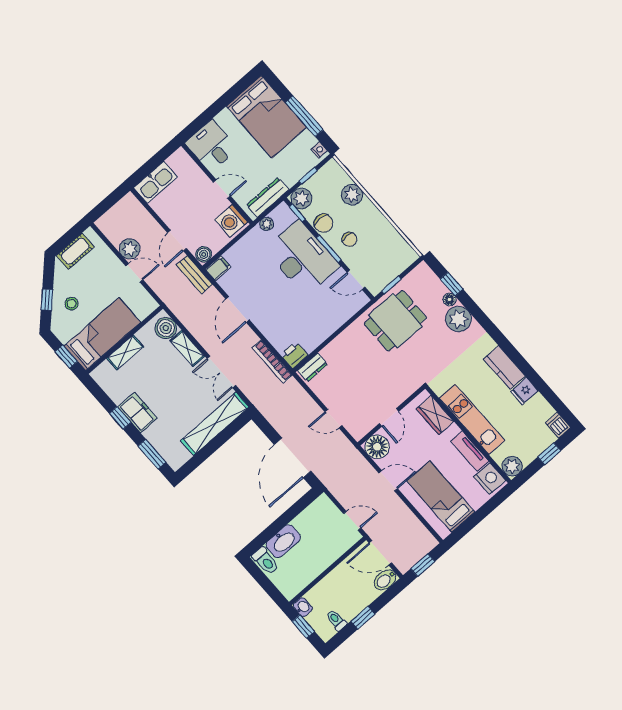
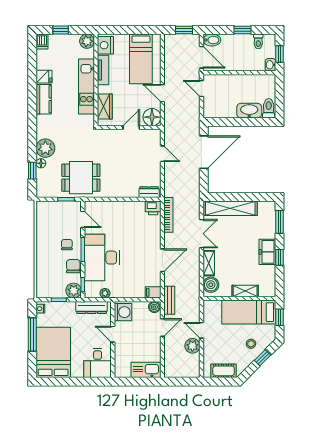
plant: (352, 195) -> (44, 268), removed

